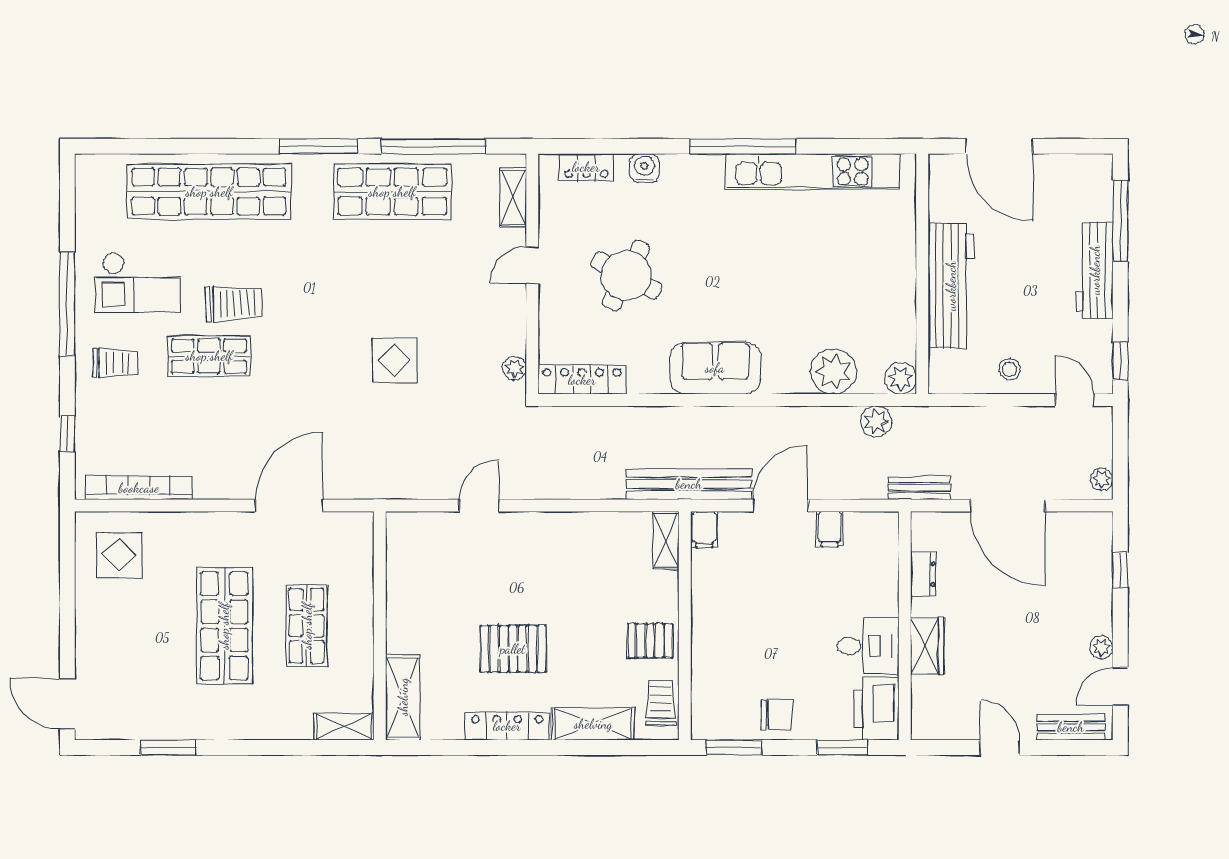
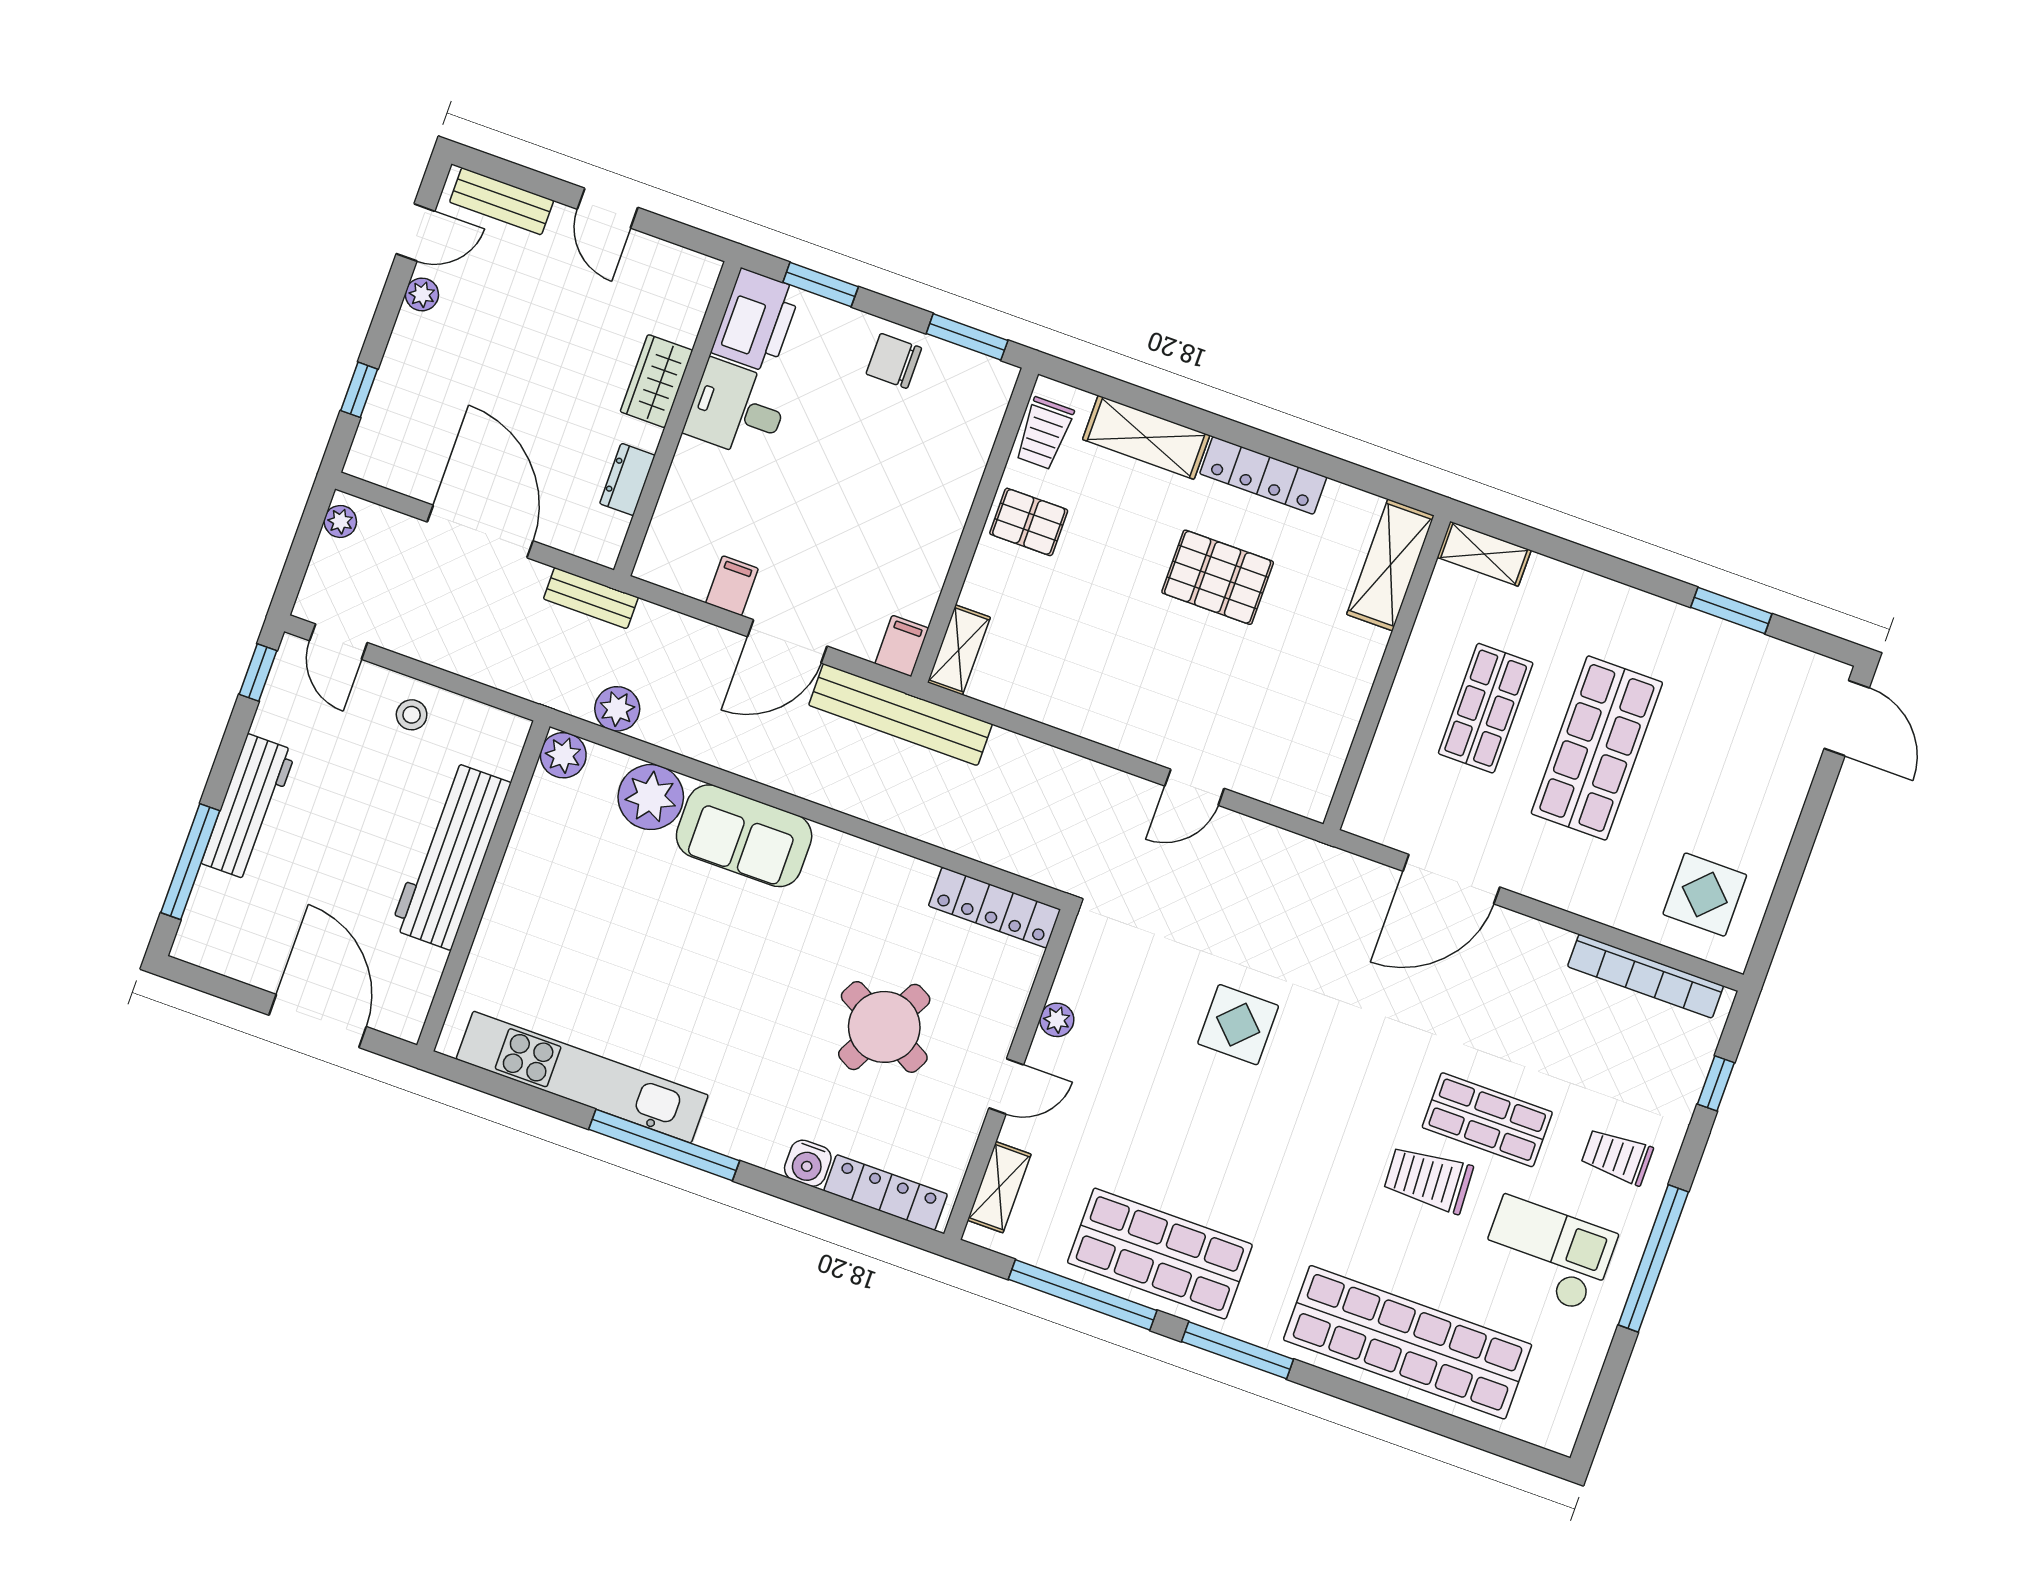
locker: (586, 167) -> (886, 1192), width x1.53
plant: (515, 368) -> (1057, 1020), moved
sofa: (715, 368) -> (744, 836), moved

